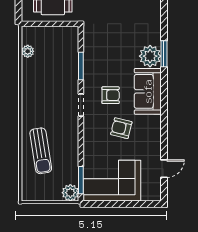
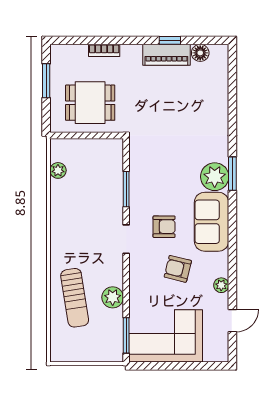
plant: (155, 141) -> (221, 285), added
plant: (70, 193) -> (113, 297), moved

